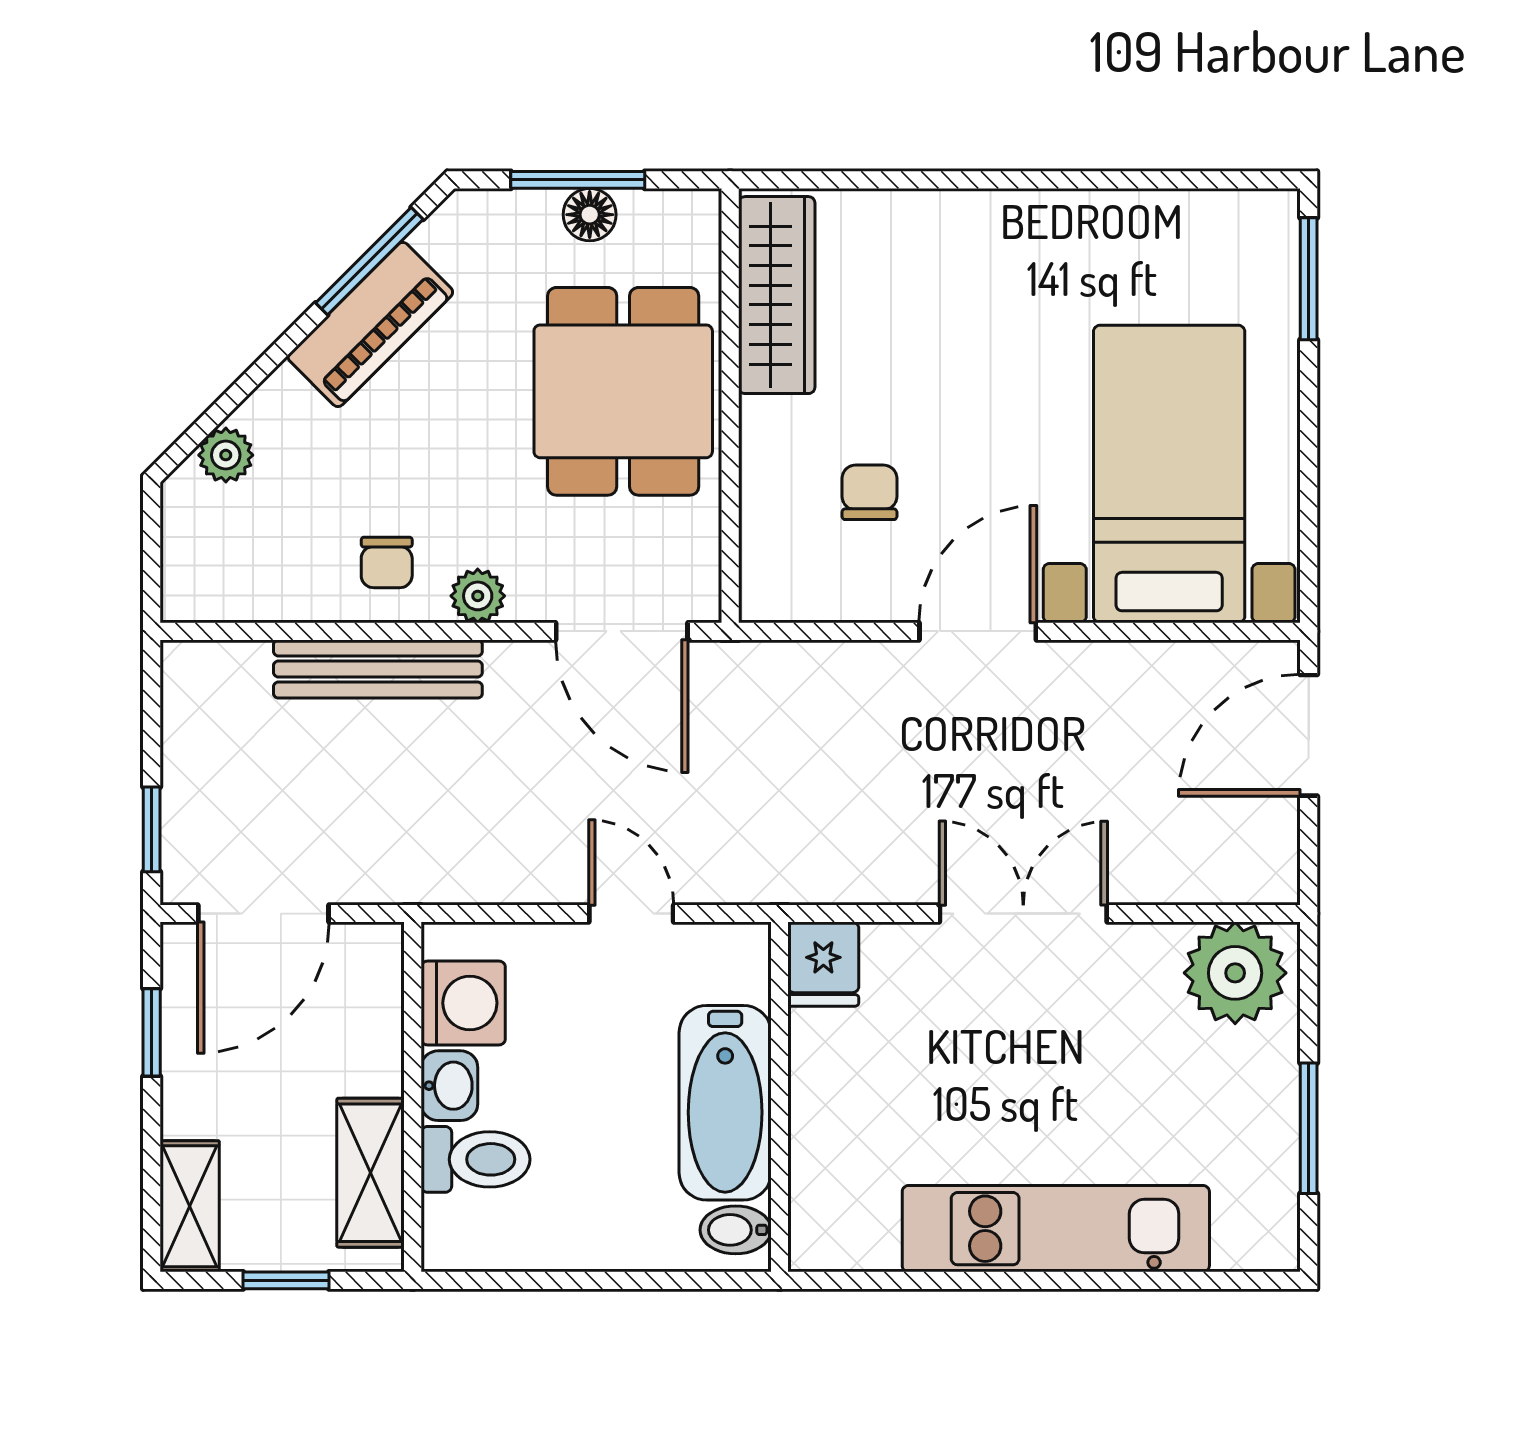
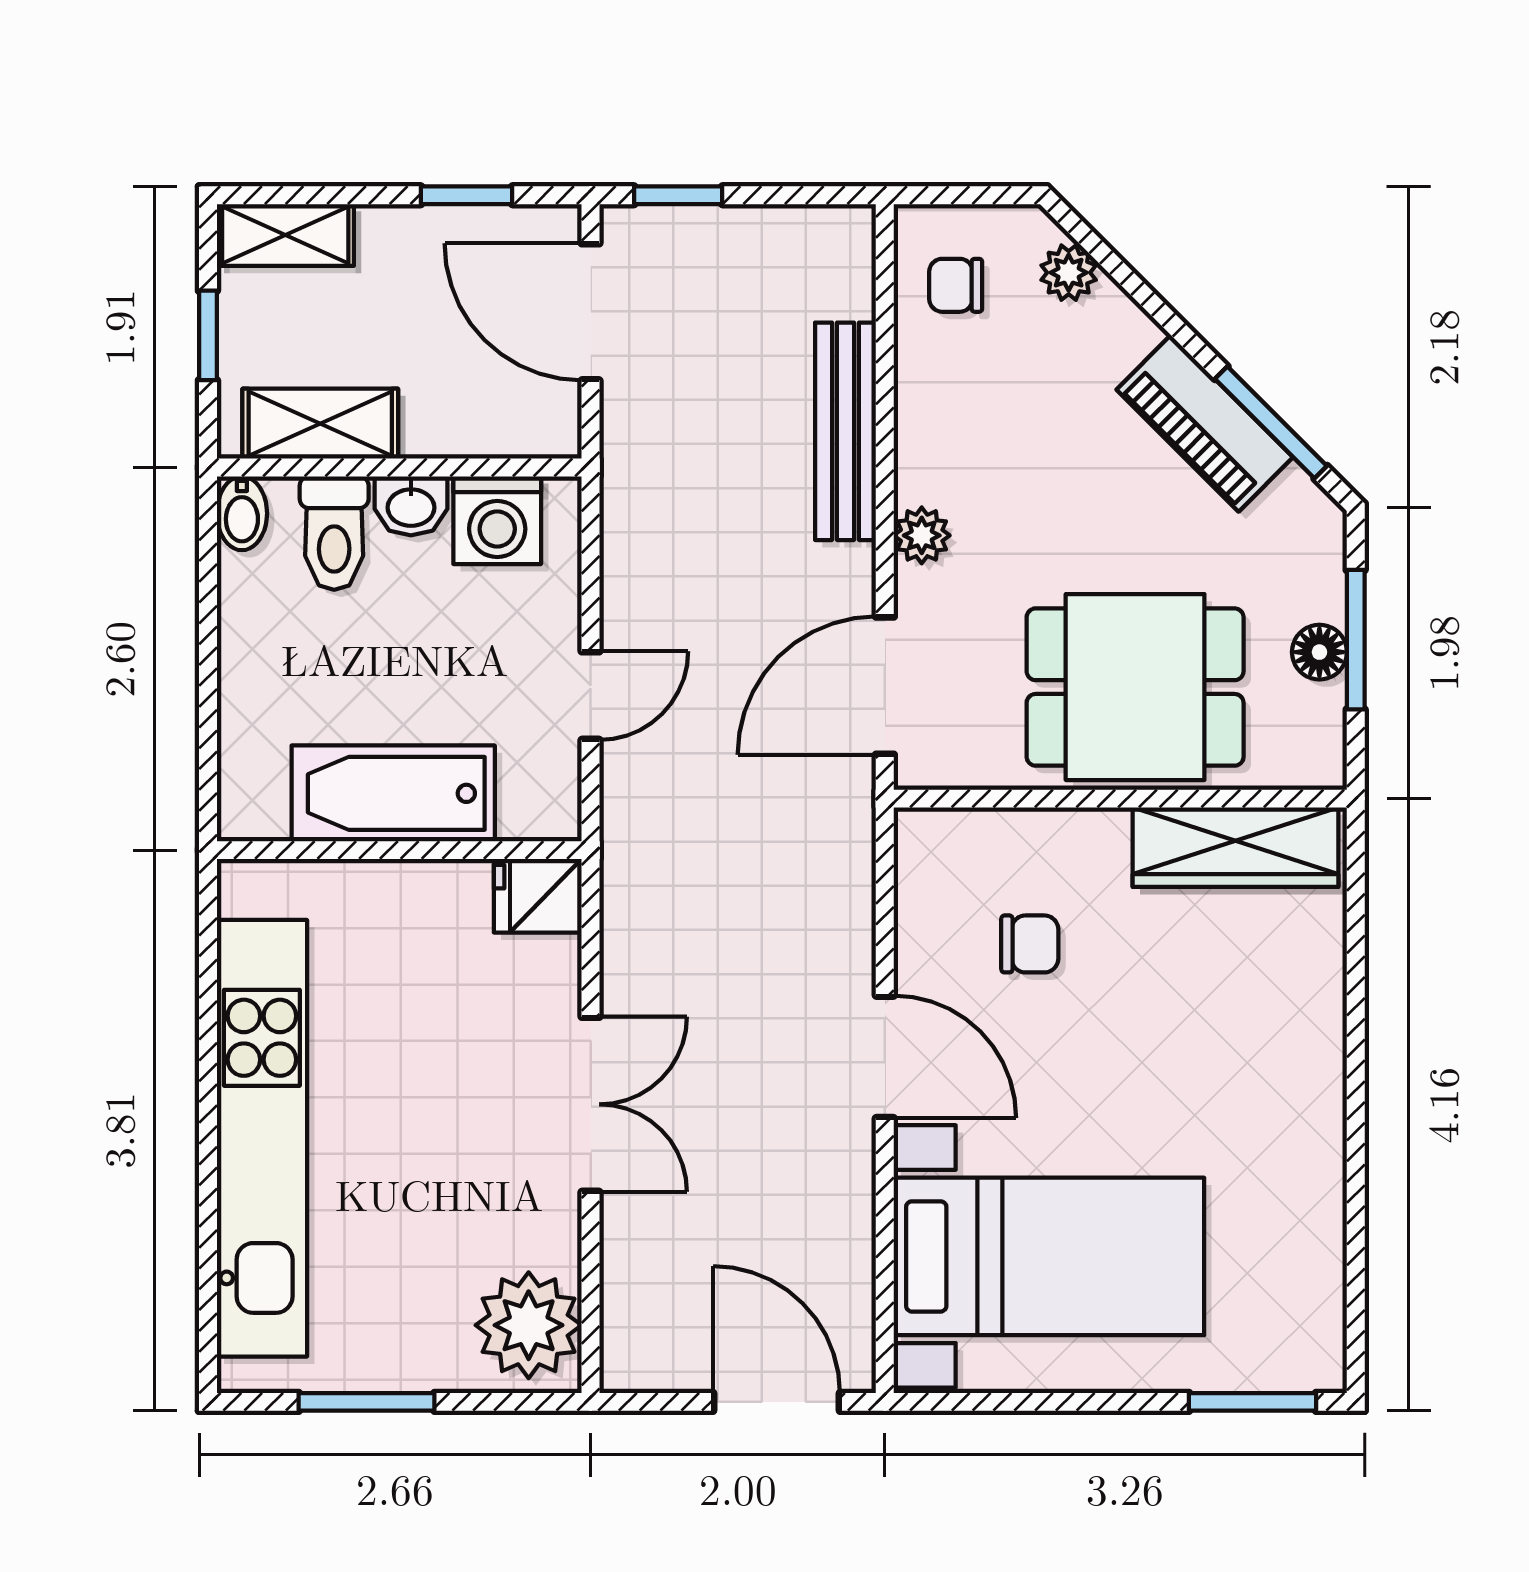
chair: (387, 562) -> (956, 285), moved
kitchen unit: (1056, 1229) -> (262, 1138), width x1.36
bidet: (736, 1230) -> (242, 513), moved, turned 180

